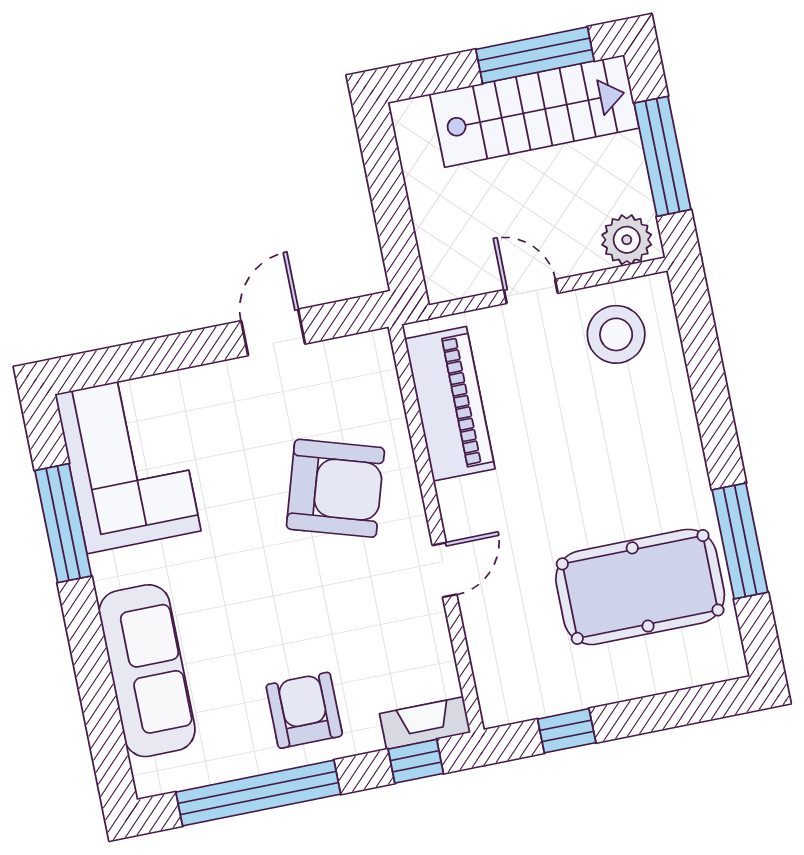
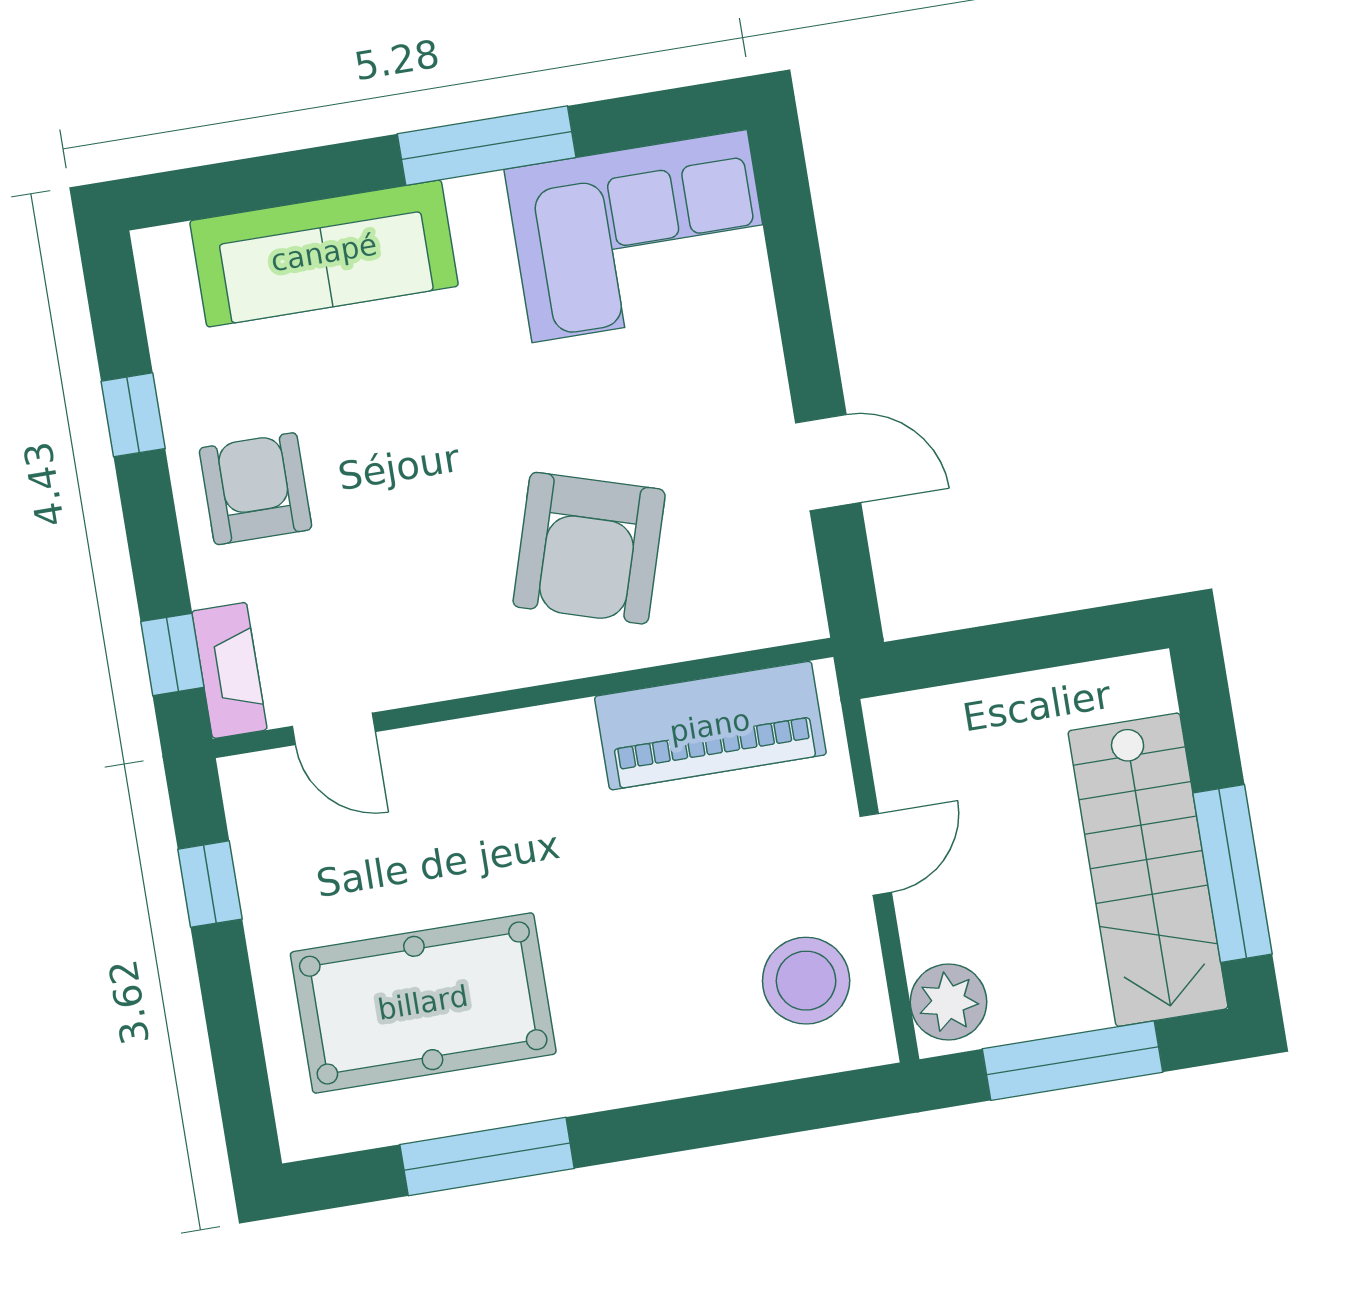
window: (63, 523) -> (487, 146), moved
door: (444, 570) -> (334, 729), moved
pool table: (640, 587) -> (423, 1003), turned 90
armchair: (304, 710) -> (256, 489), turned -90
window: (258, 793) -> (133, 415), width x0.32

